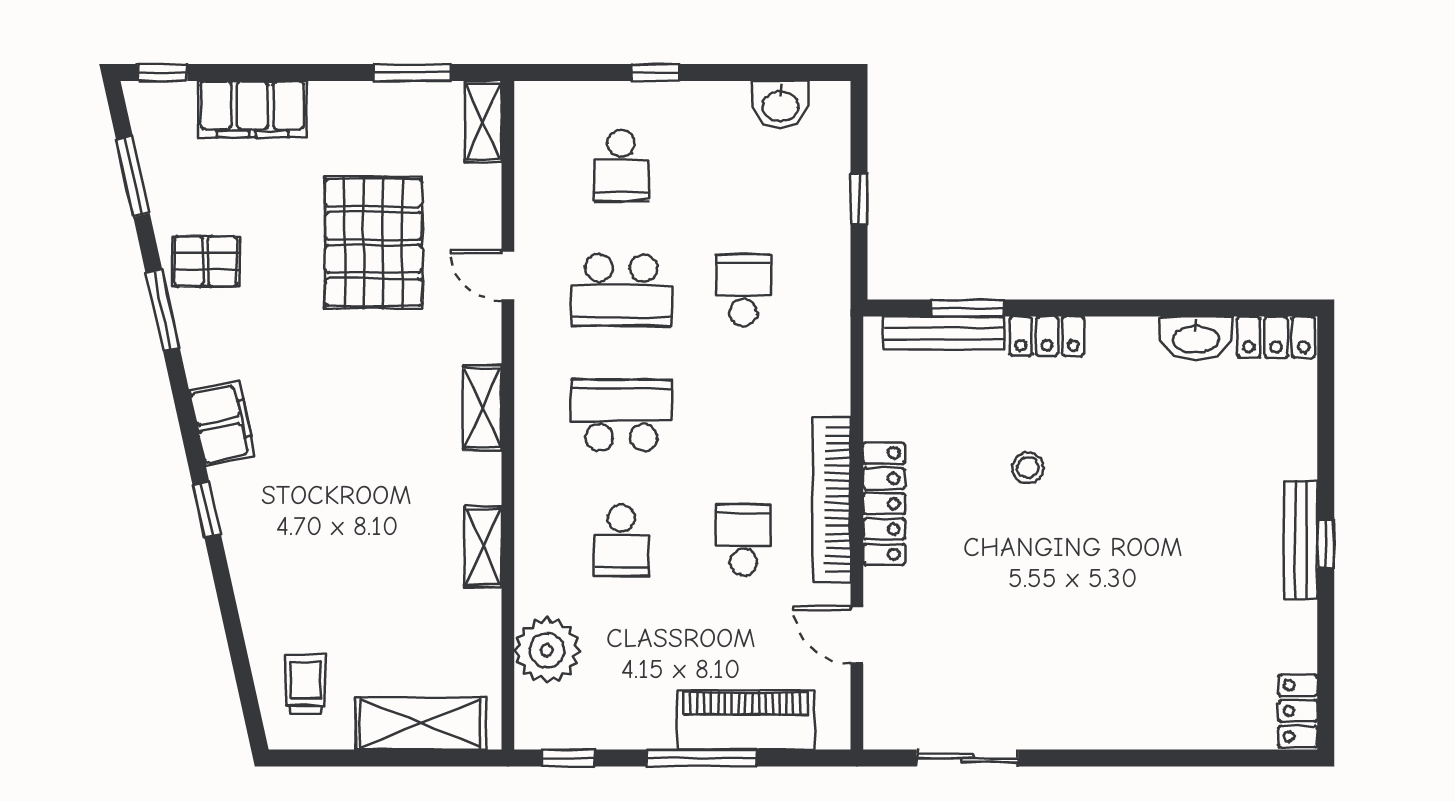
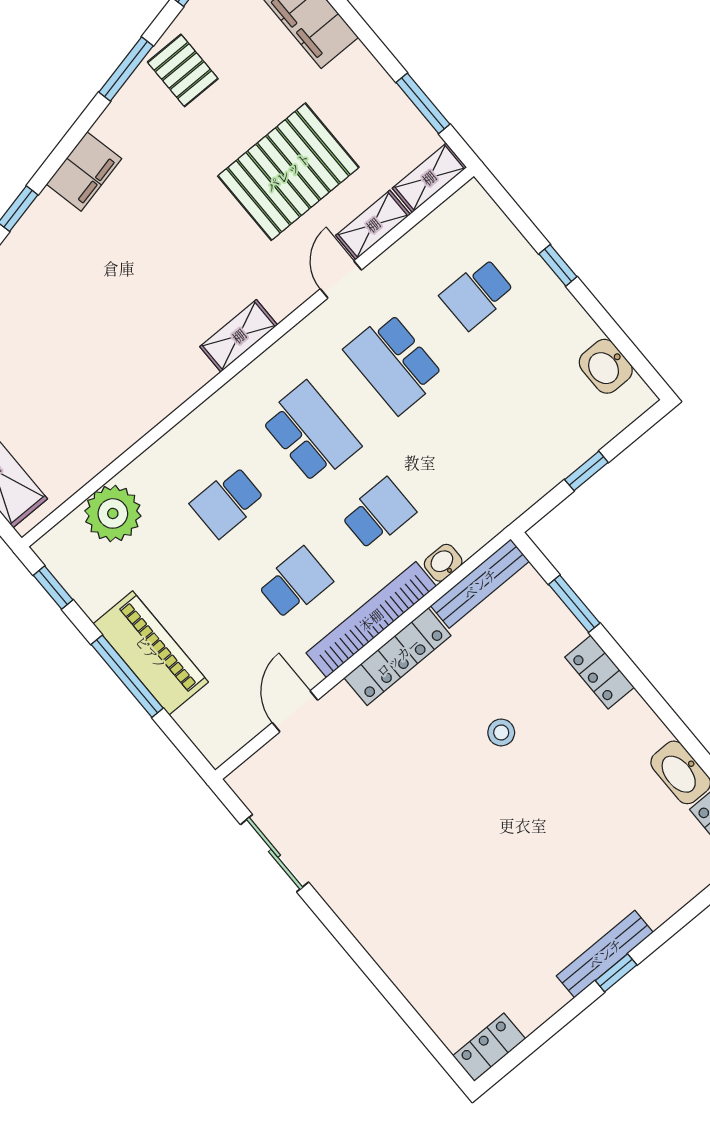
school desk: (743, 290) -> (378, 514), moved
bench: (944, 333) -> (480, 584), moved, turned 90
washbasin: (834, 394) -> (443, 563), added
shelving: (483, 547) -> (373, 225), moved
piano: (746, 720) -> (151, 653), moved

